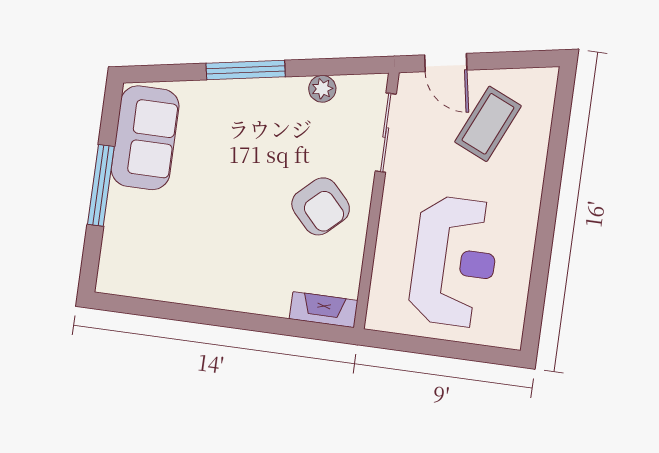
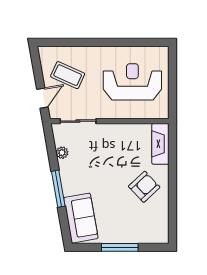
sofa: (145, 138) -> (81, 218), moved, turned 80
armchair: (321, 206) -> (144, 187), moved
fireplace: (324, 310) -> (160, 144), width x1.37, depth x1.32

